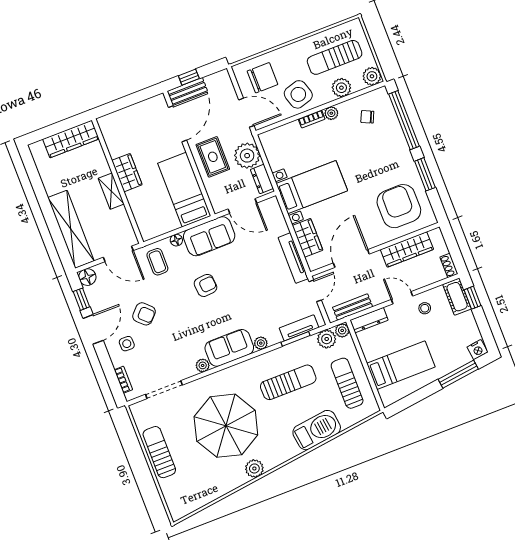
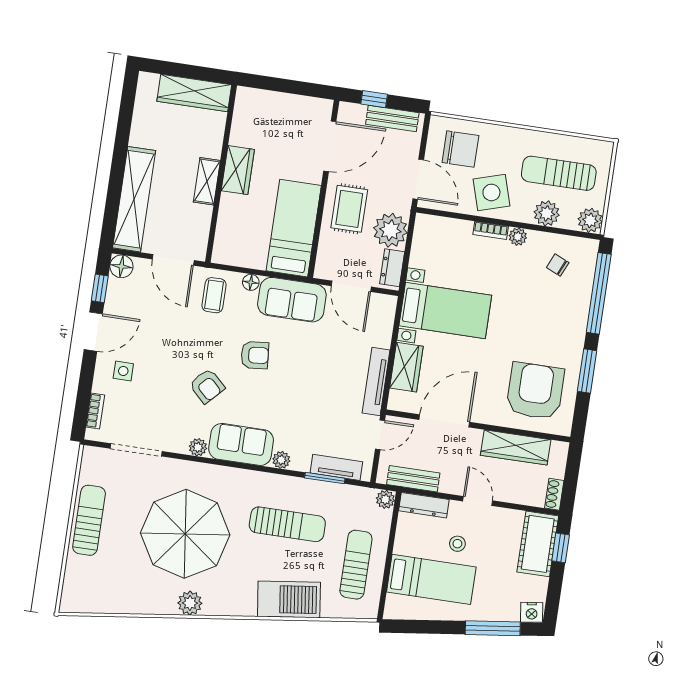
bench: (187, 91) -> (392, 119), moved
cot: (457, 297) -> (538, 544), width x1.37, depth x1.34
stool: (425, 308) -> (457, 544), moved
armchair: (144, 314) -> (207, 386), moved
plant: (327, 339) -> (361, 499), removed

